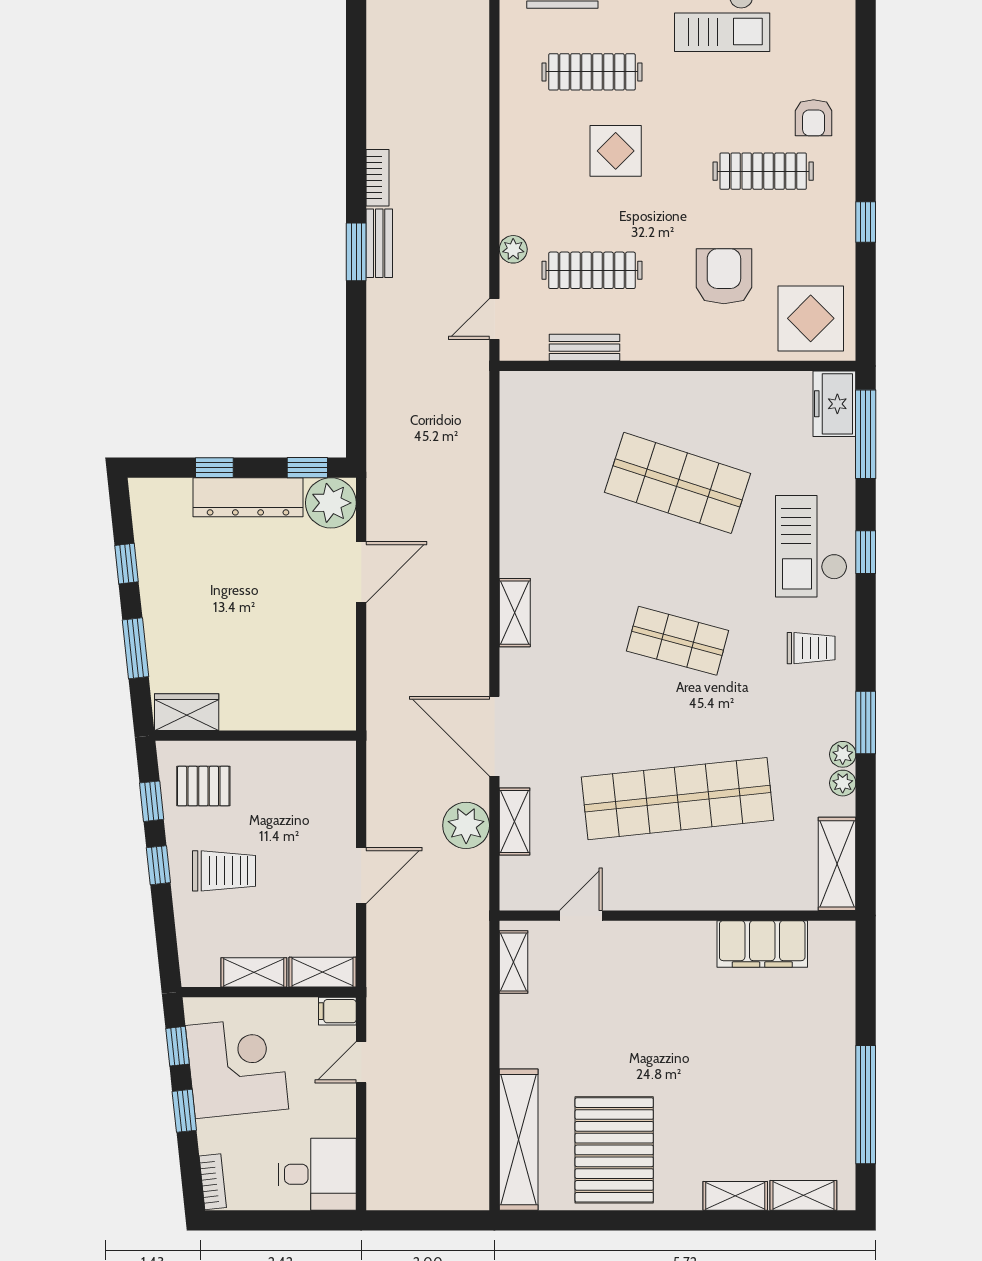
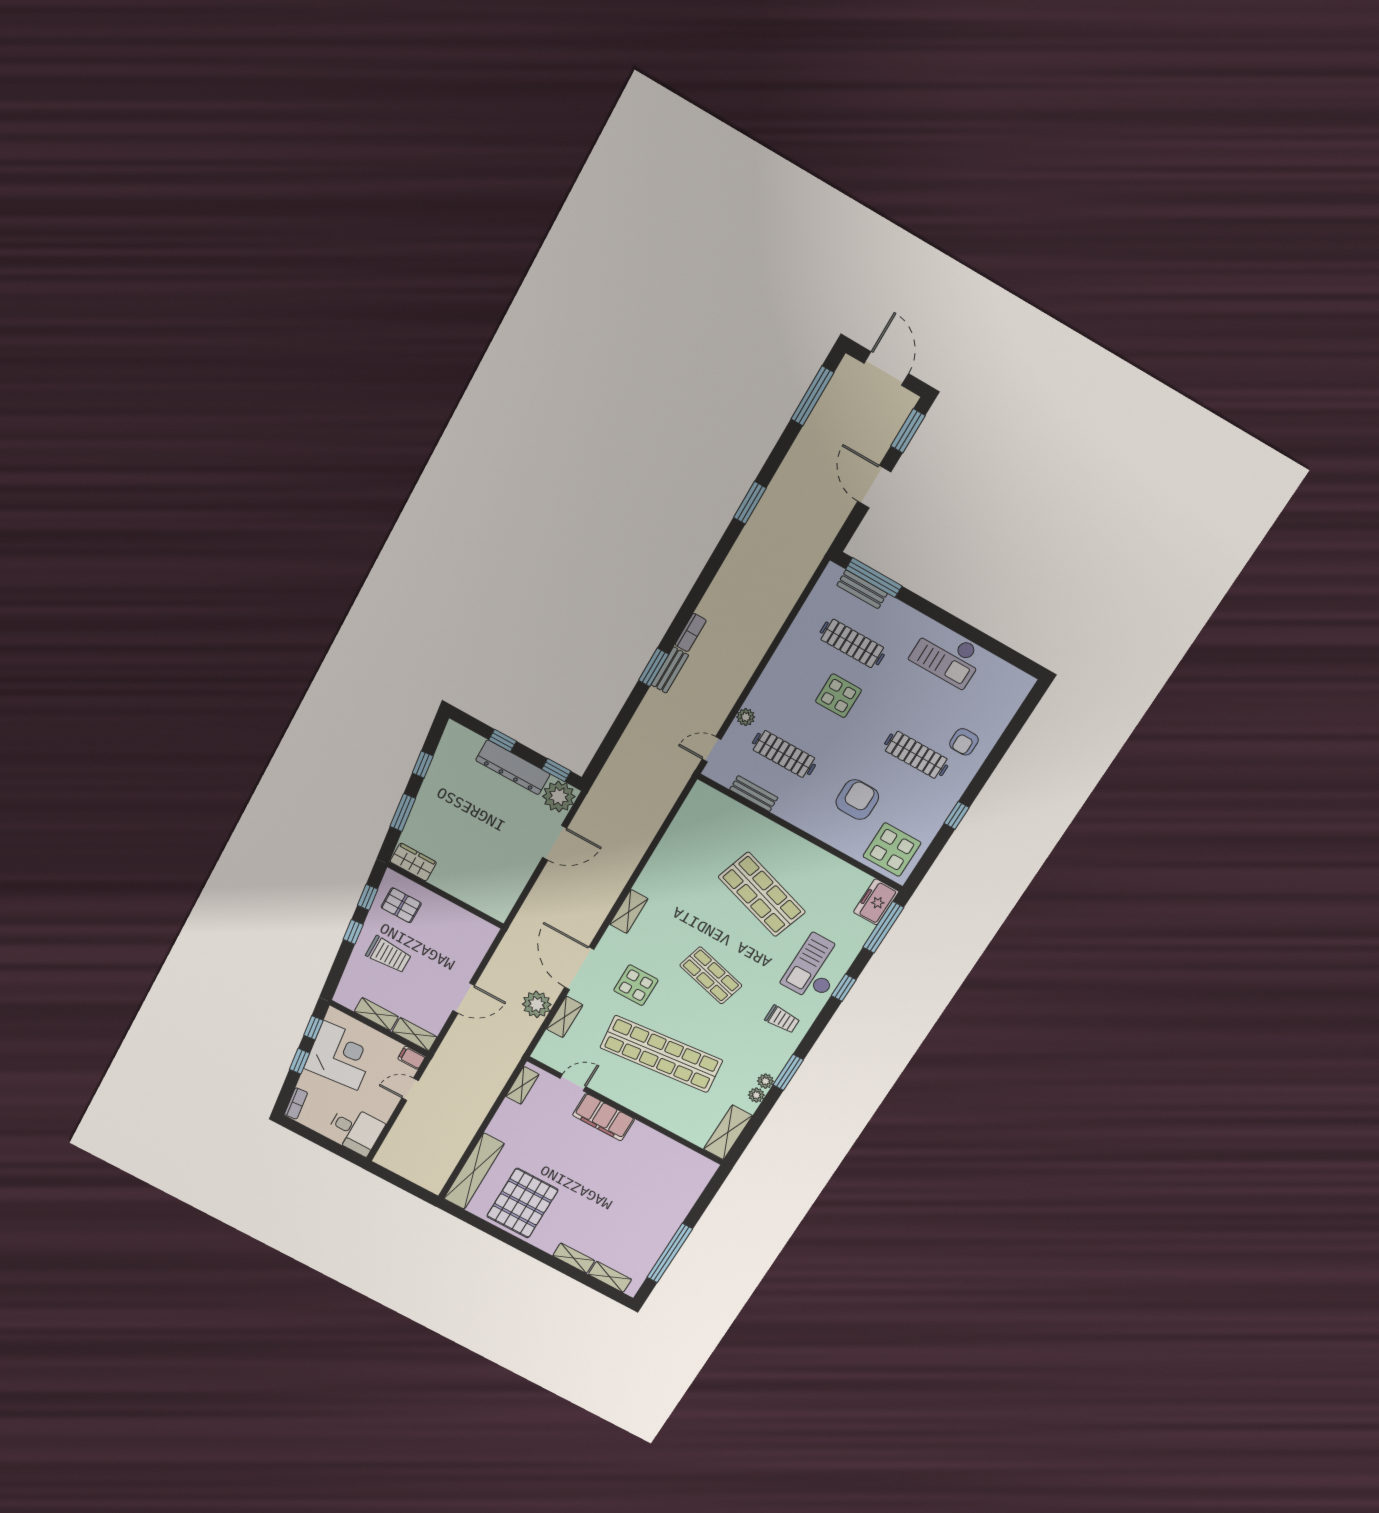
display table: (585, 716) -> (636, 985), added
filing cabinet: (762, 944) -> (604, 1117), moved

